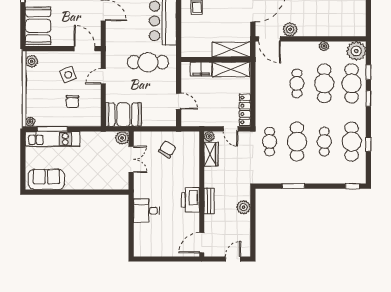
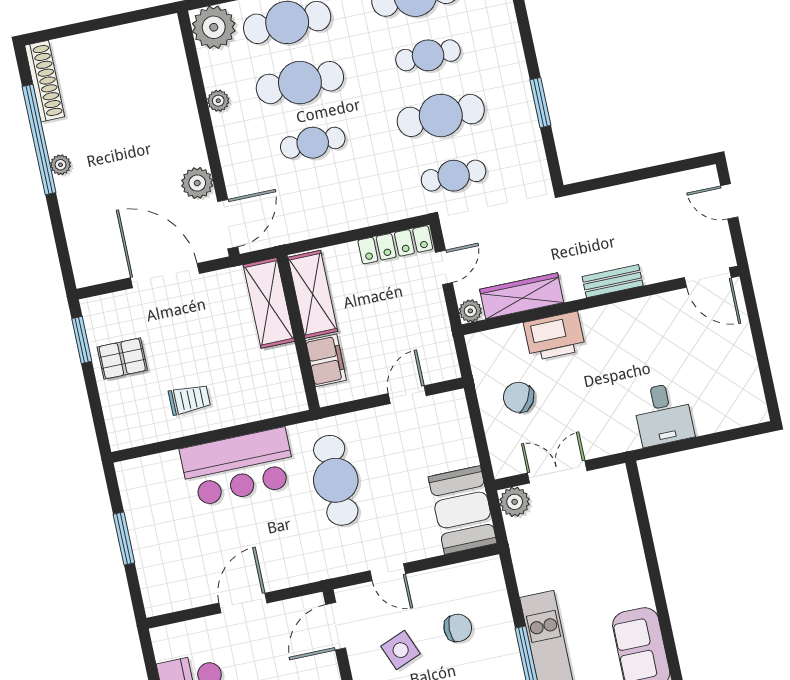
wardrobe: (211, 154) -> (522, 296), width x1.50
printer: (190, 200) -> (554, 336), moved
plant: (243, 207) -> (610, 202), removed

